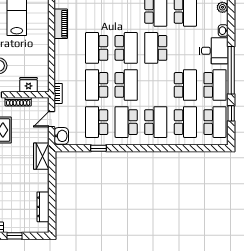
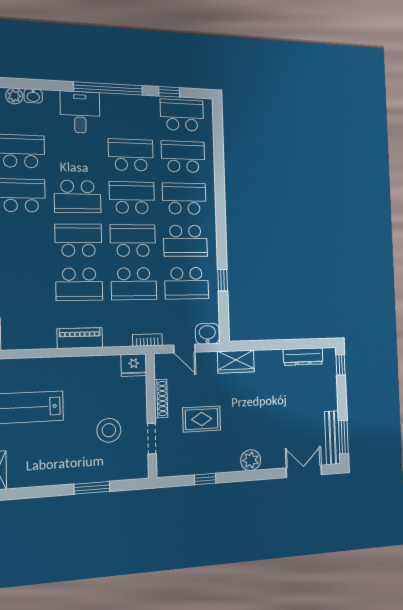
piano: (61, 24) -> (80, 338), moved
washbasin: (223, 31) -> (33, 96), moved
fridge: (28, 85) -> (134, 365), moved, turned -90
school desk: (215, 85) -> (132, 198), moved
window: (14, 236) -> (341, 365), moved

